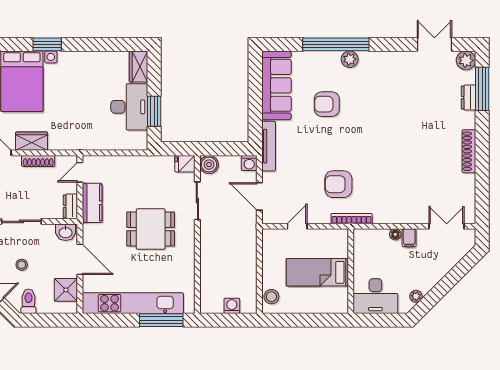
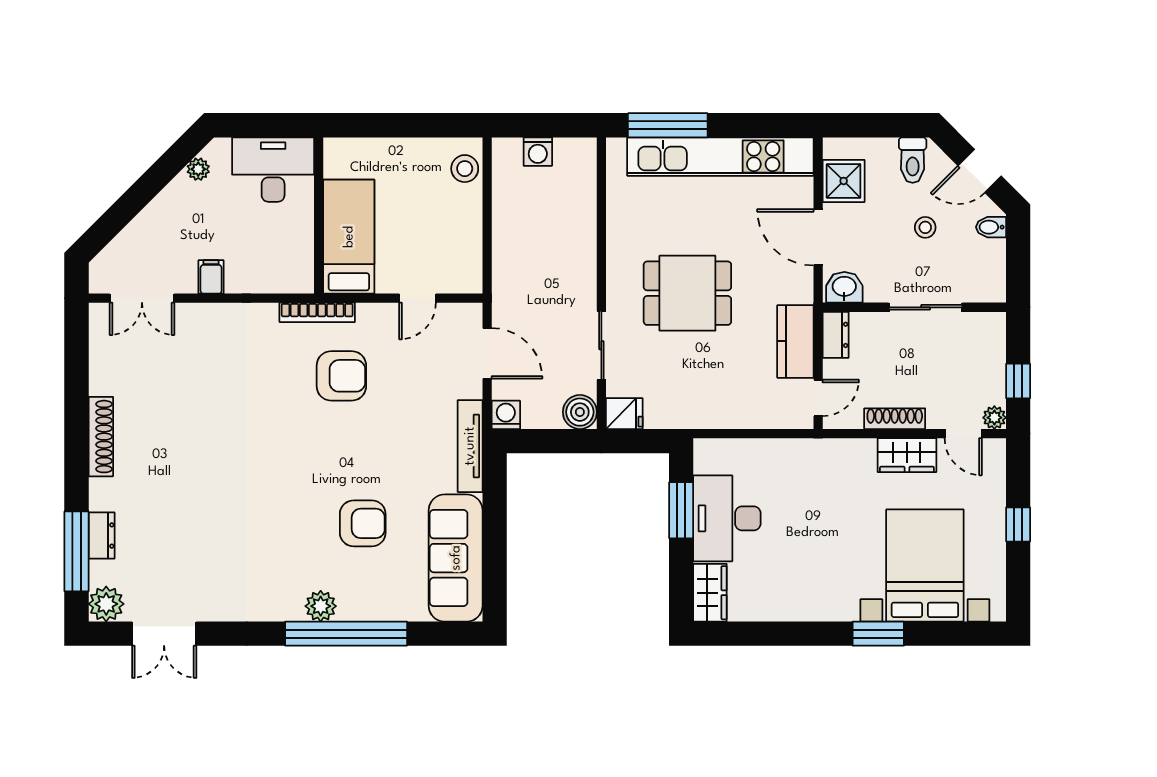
floor lamp: (395, 234) -> (237, 283), removed
bed: (317, 272) -> (349, 237), moved, turned -90

